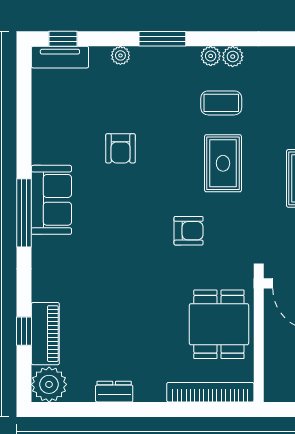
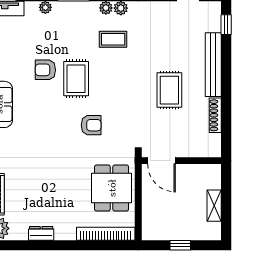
armchair: (120, 148) -> (45, 70), turned 90
rug: (223, 163) -> (76, 79), moved

